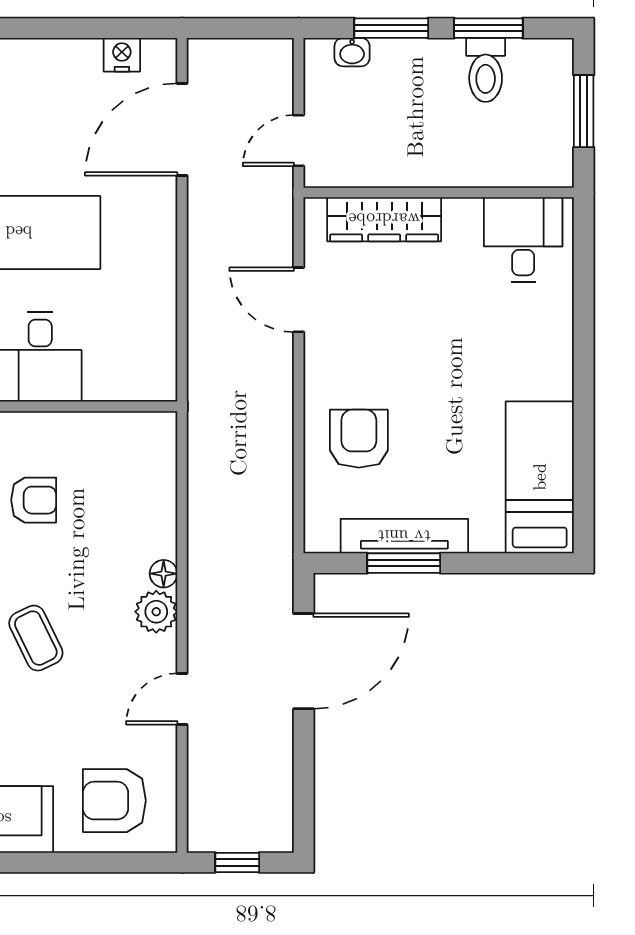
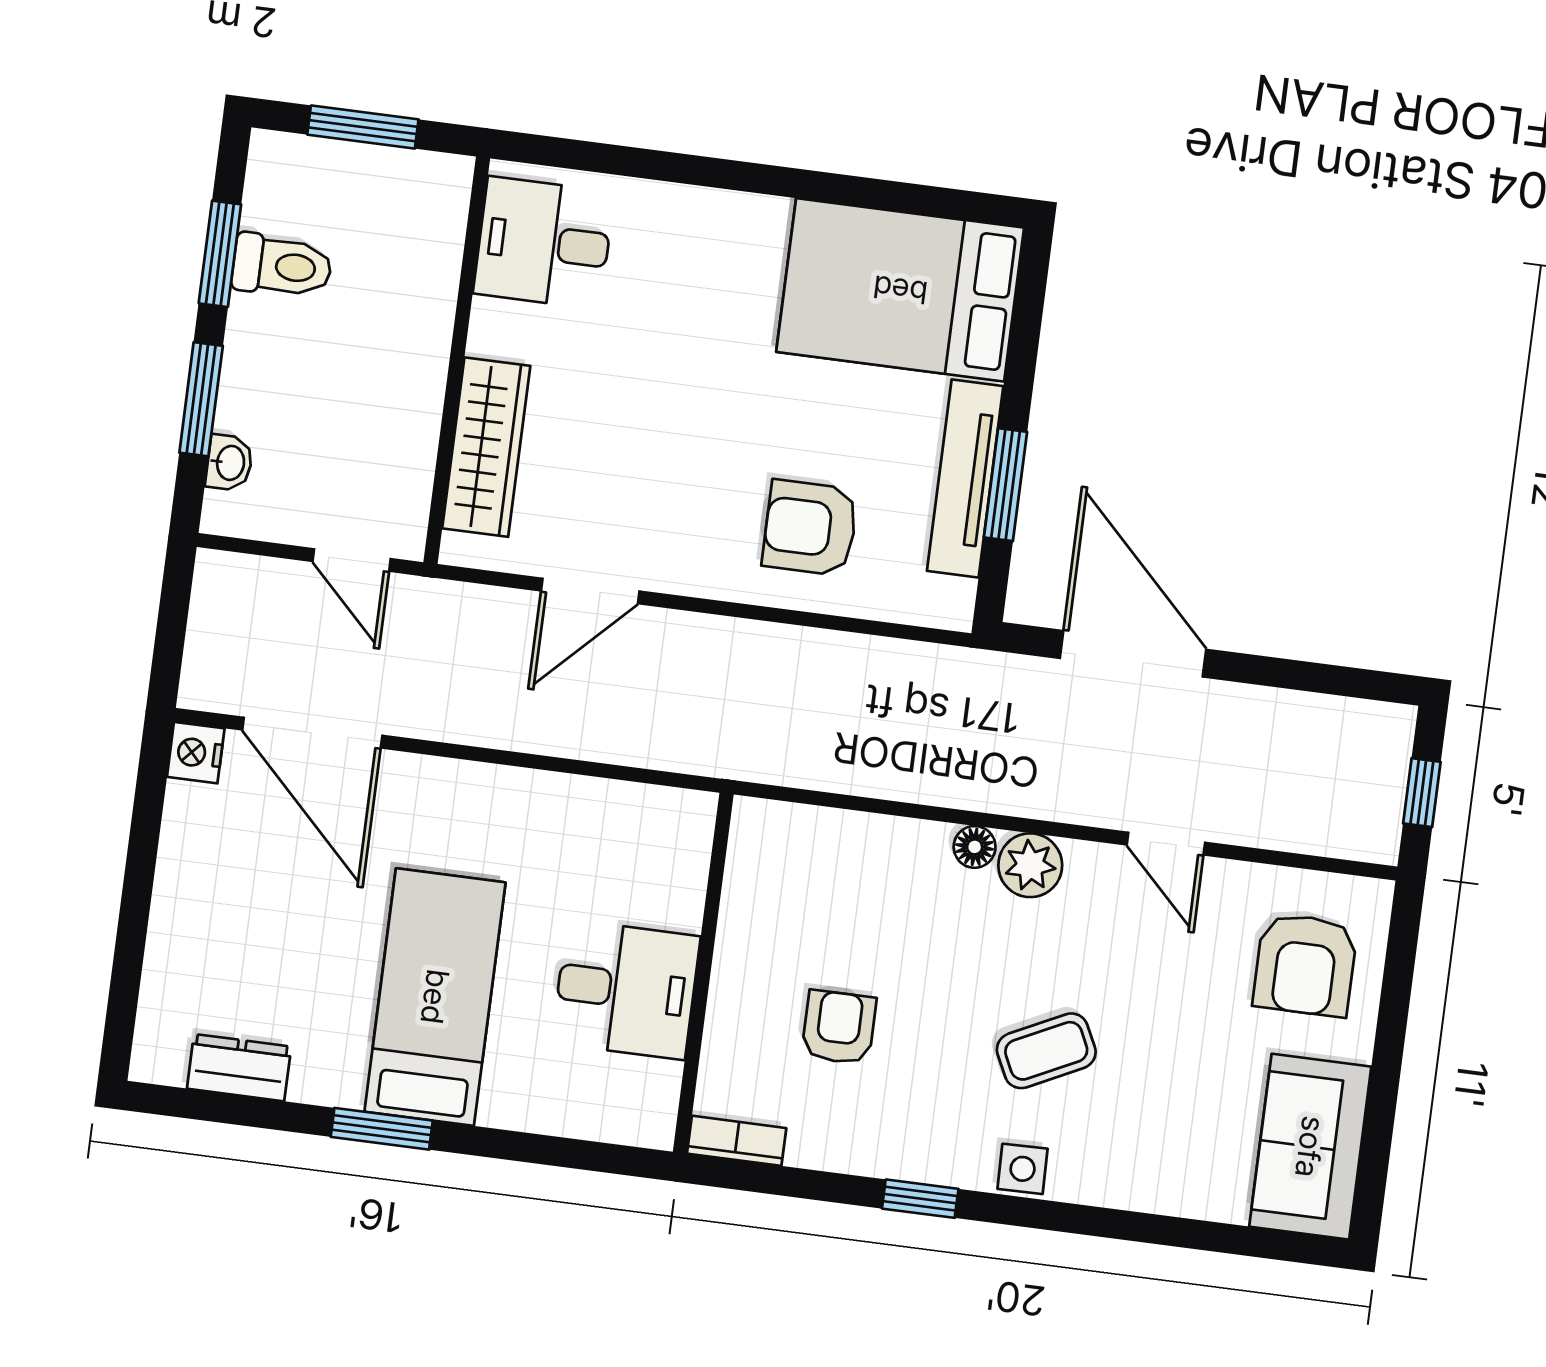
nightstand: (122, 55) -> (196, 753), moved
bed: (540, 477) -> (900, 290), width x1.50

